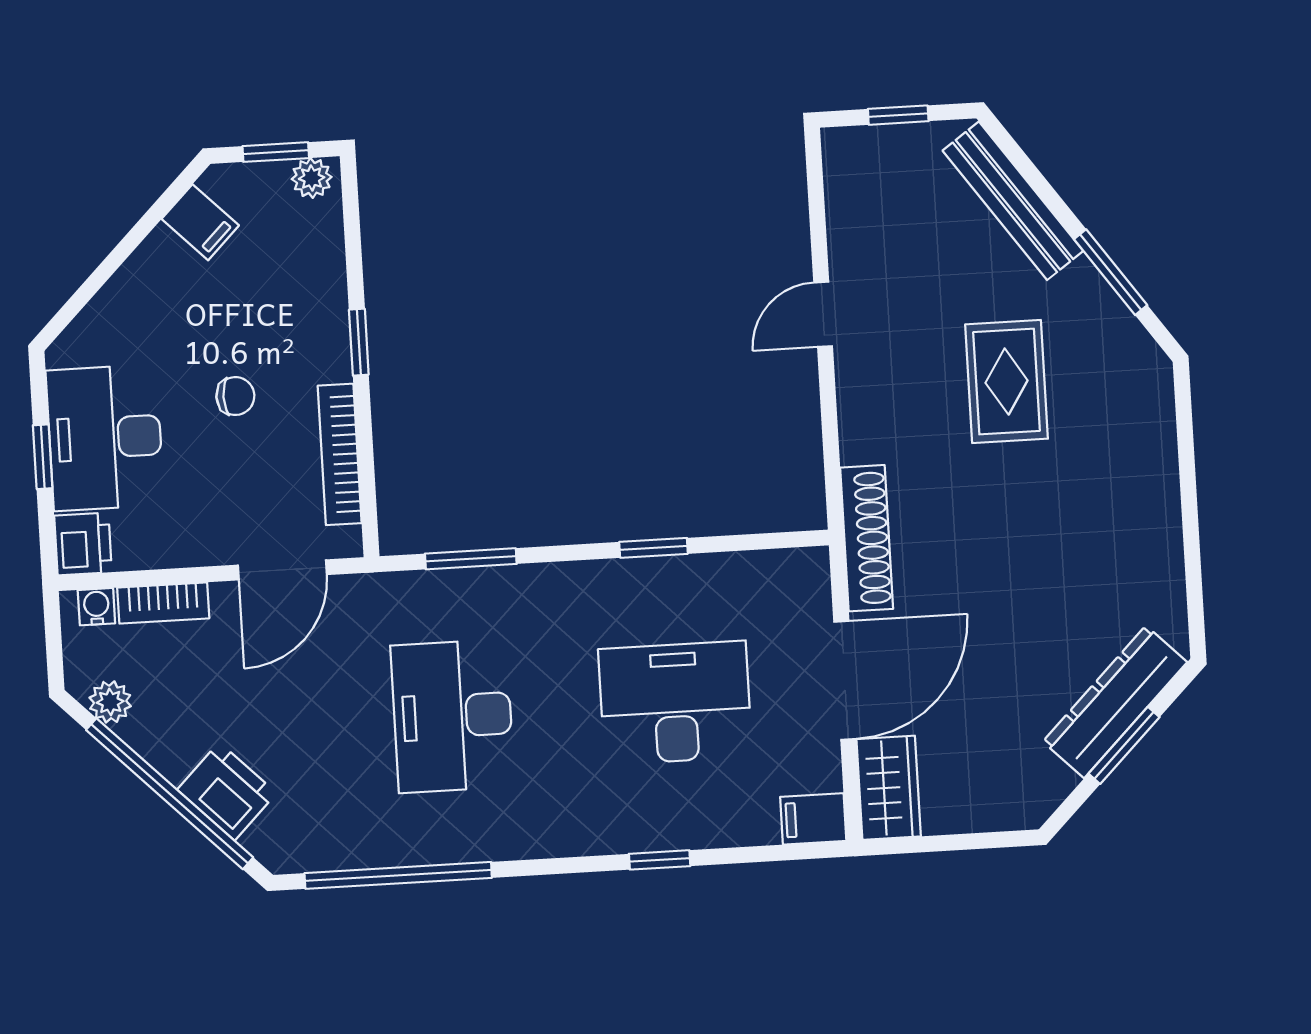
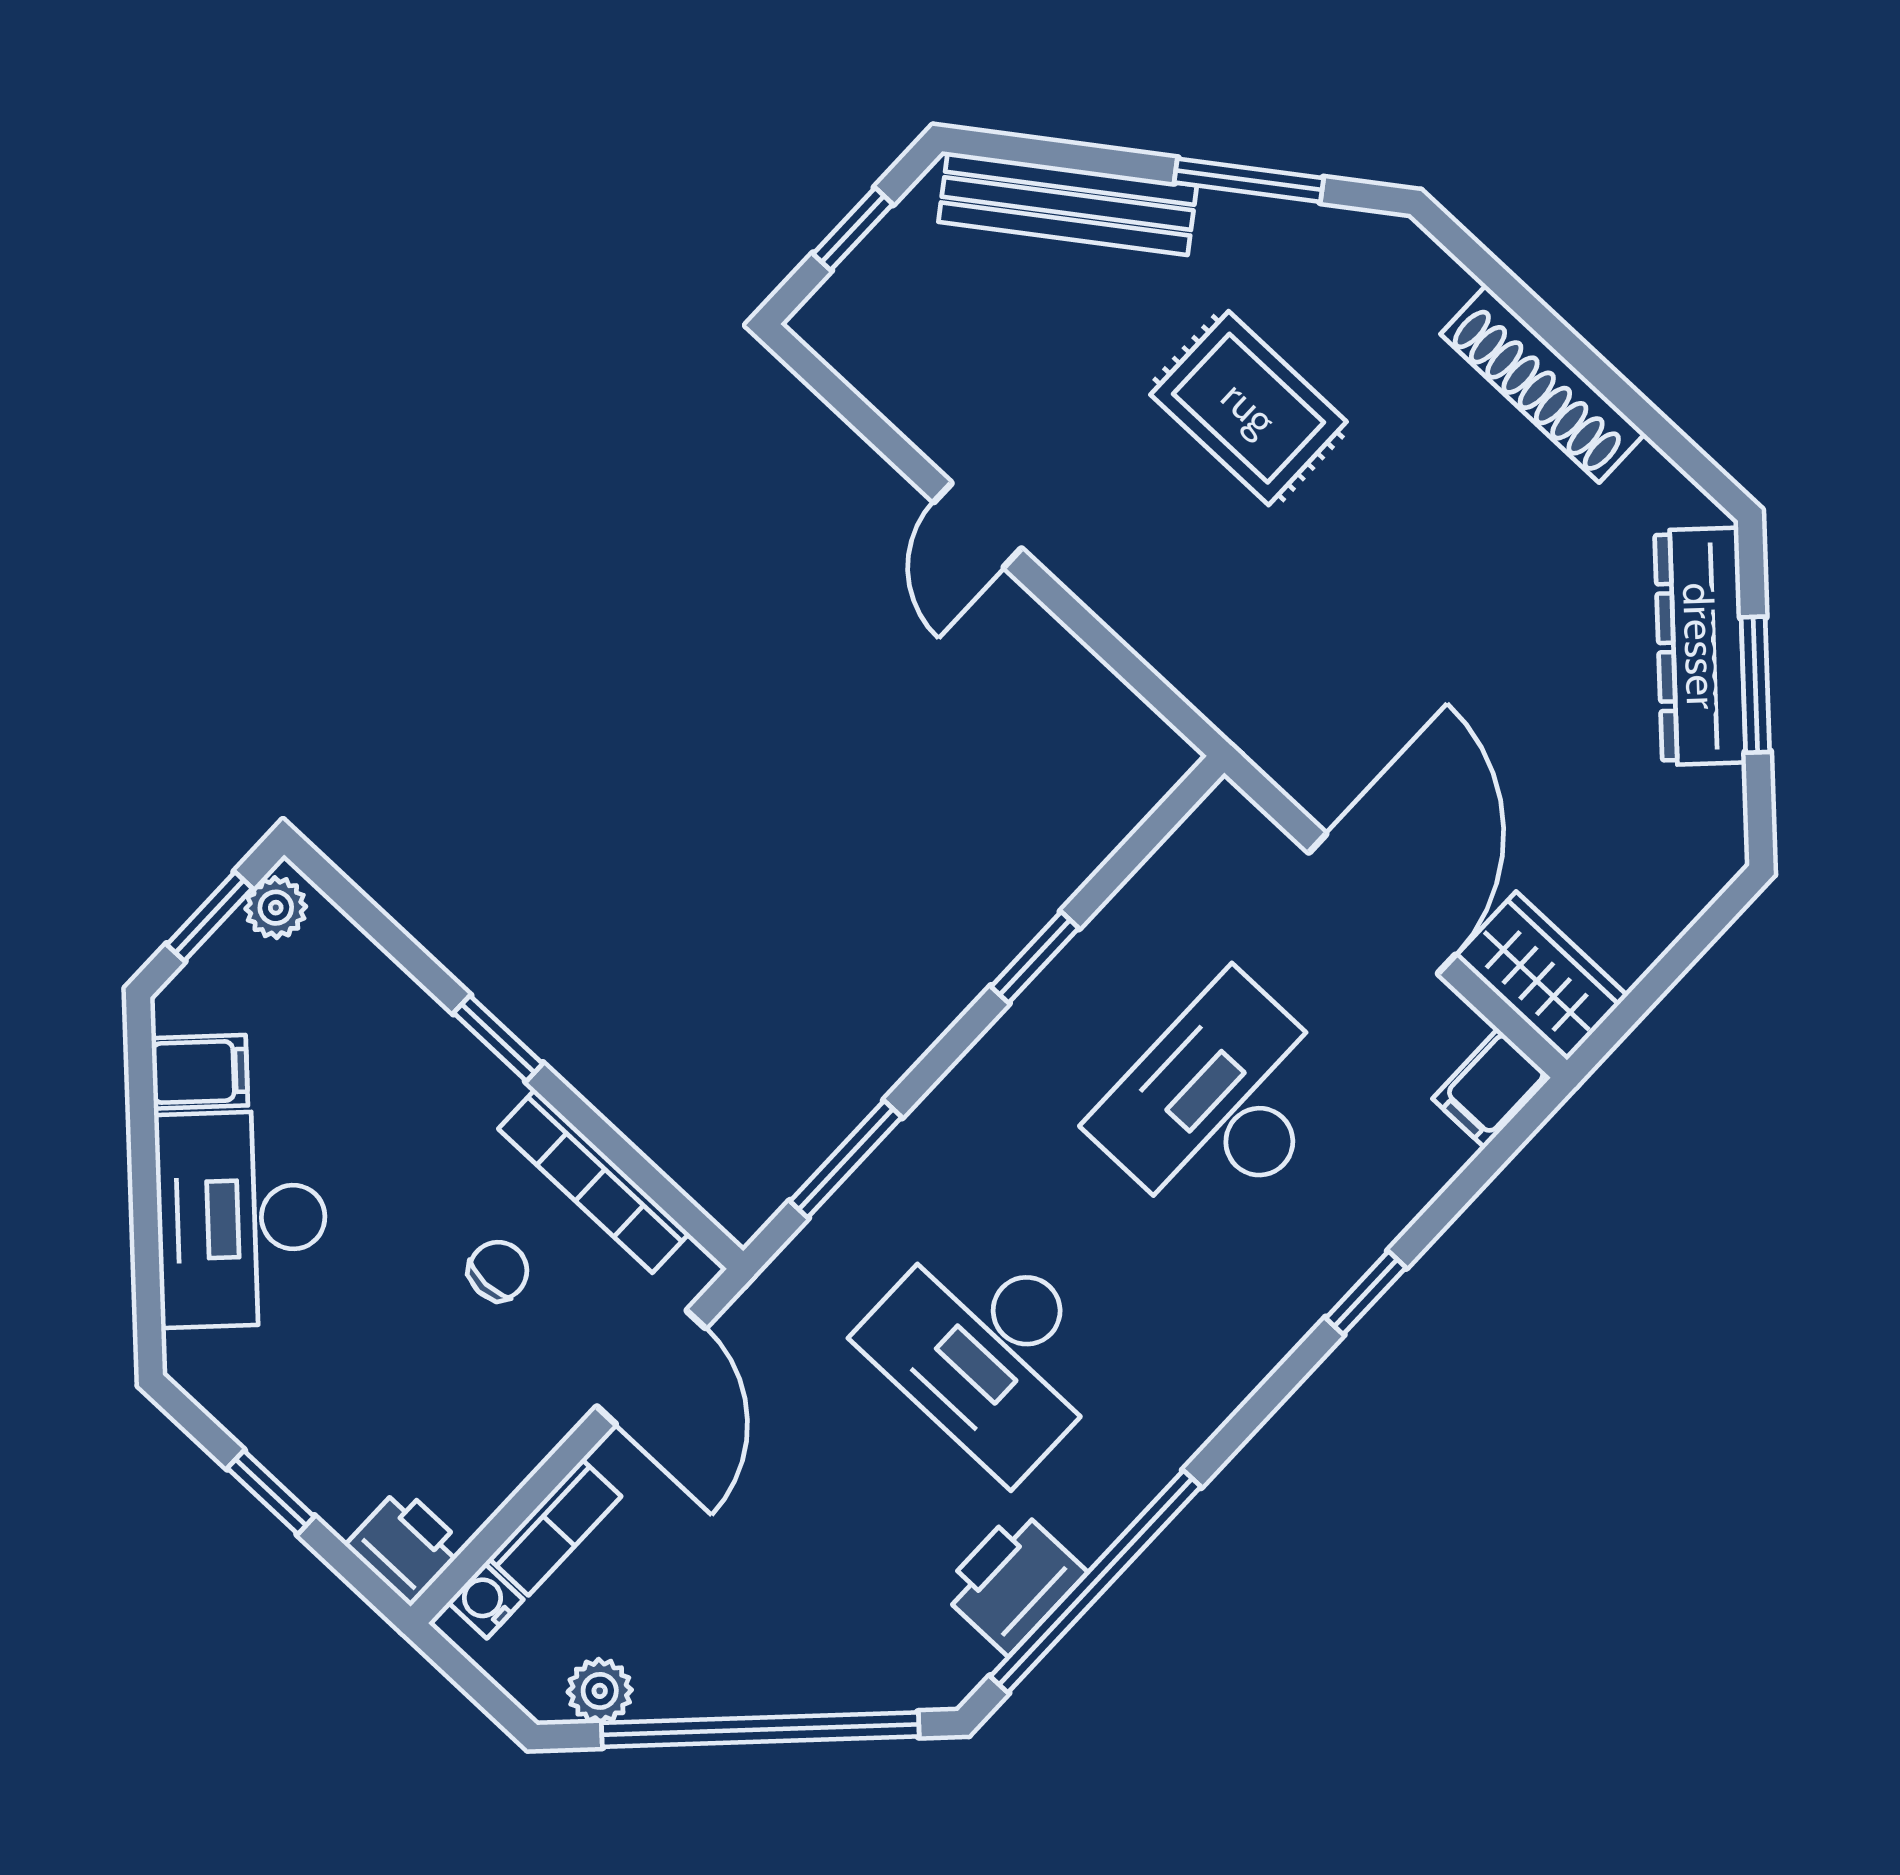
chair: (235, 396) -> (498, 1271), moved
desk: (105, 438) -> (241, 1219), moved, turned 45
shoe rack: (867, 538) -> (1543, 384), moved, turned 180
printer: (227, 791) -> (1013, 1582), moved, turned -45

